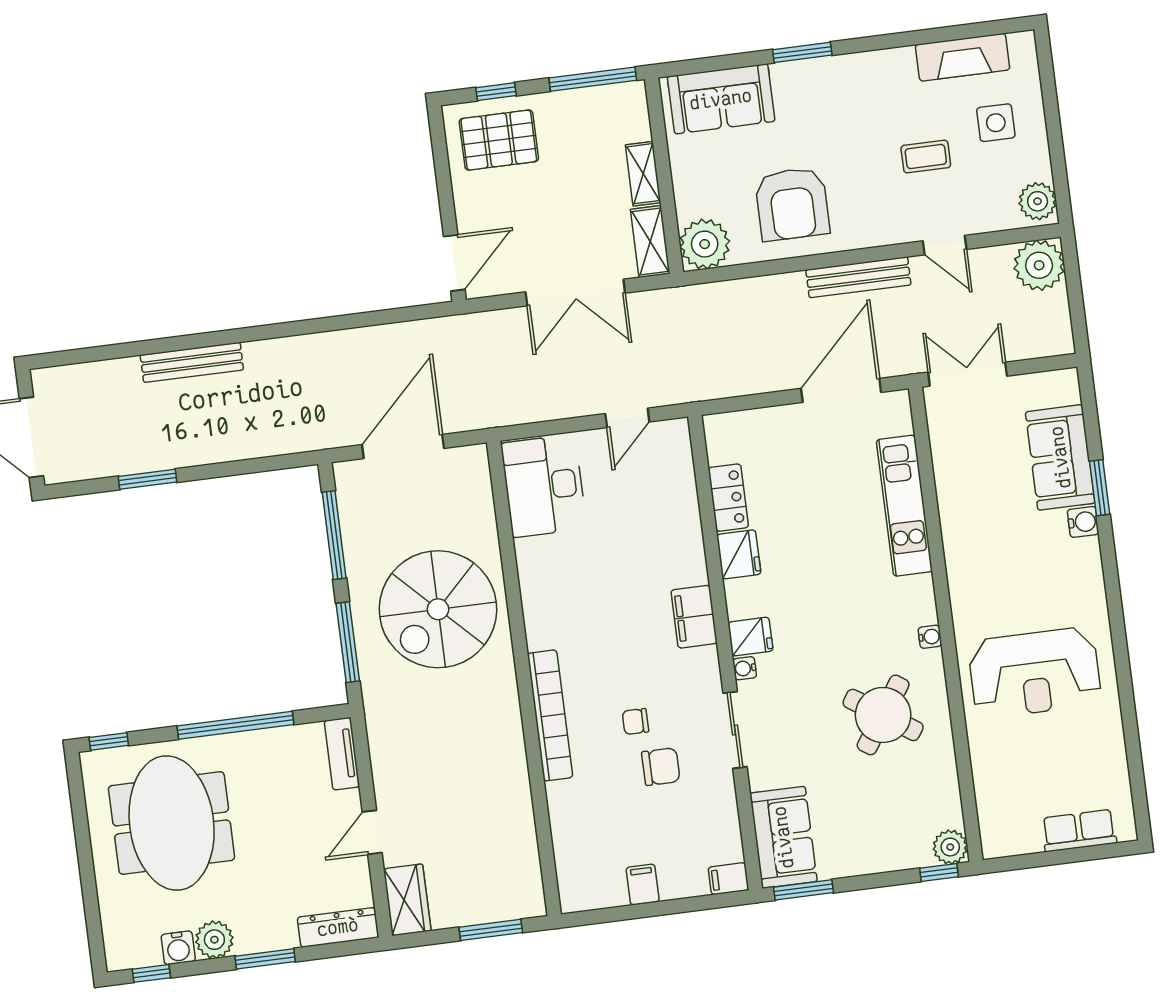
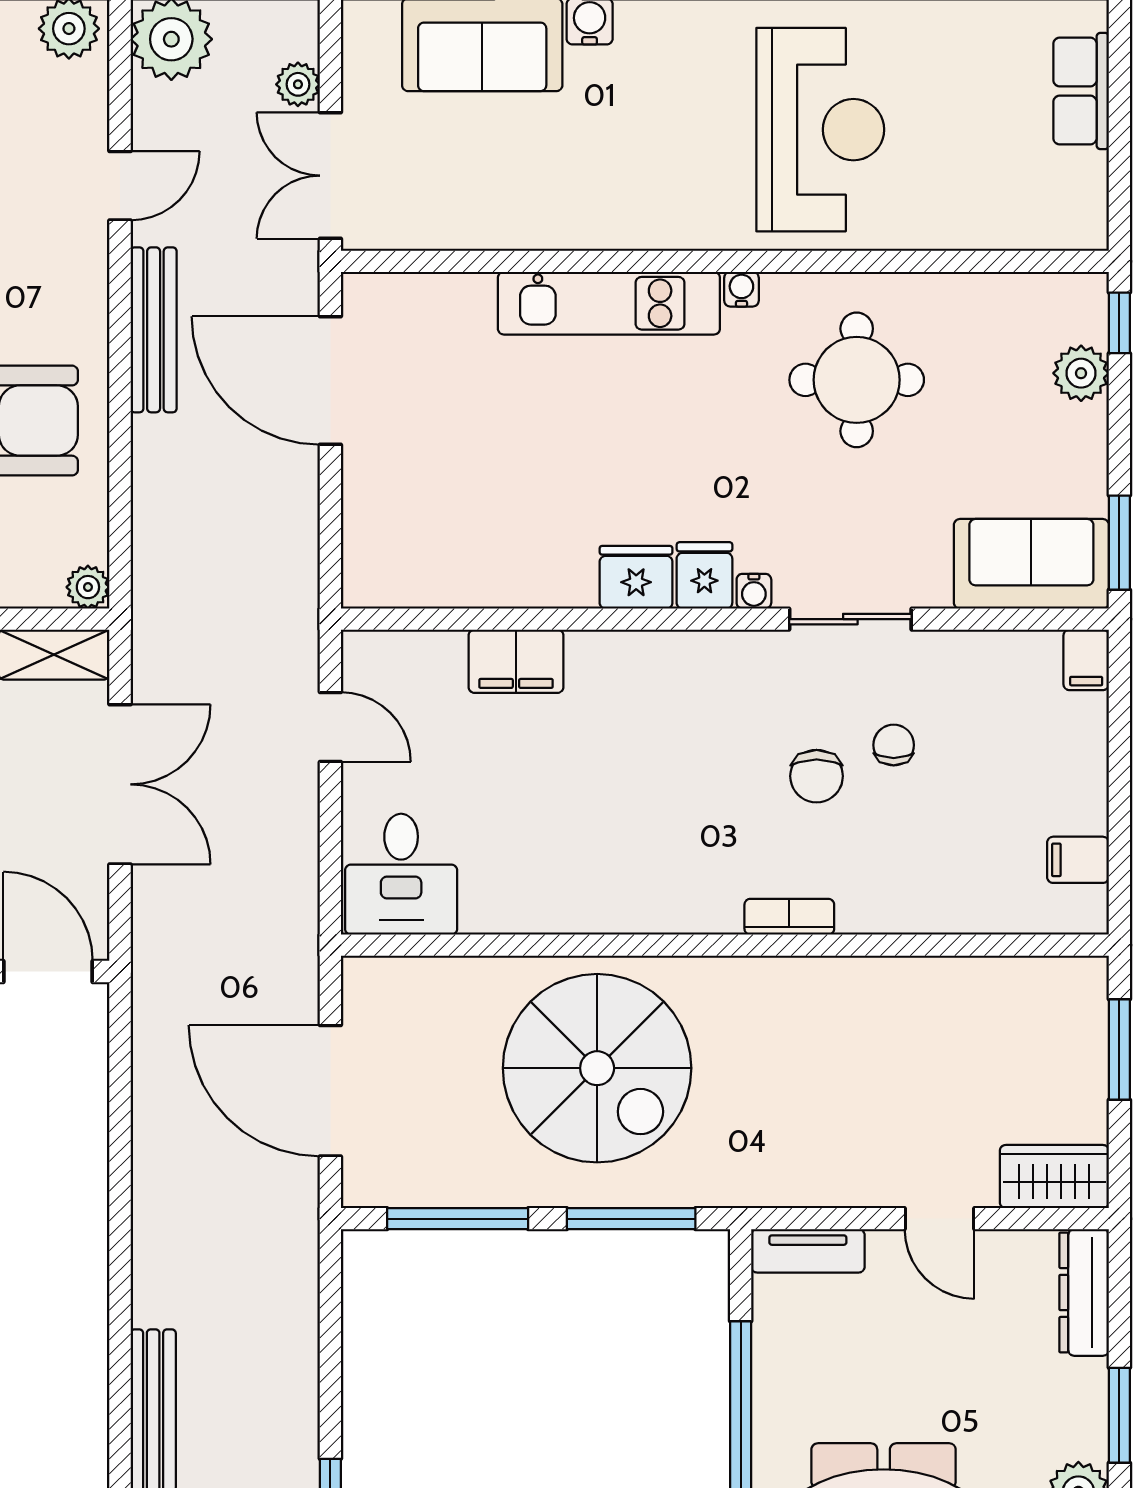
plant: (705, 244) -> (88, 587), width x0.53, depth x0.53
plant: (1021, 347) -> (298, 84), added
desk: (544, 486) -> (401, 874), width x0.73
locker: (728, 498) -> (478, 582), removed
kitchen unit: (904, 506) -> (609, 303), moved
fridge: (739, 554) -> (636, 577), moved
filing cabinet: (694, 617) -> (516, 661), moved
bookcase: (550, 715) -> (789, 917), width x0.43, depth x0.76
round table: (883, 715) -> (857, 380), turned -34
chair: (635, 722) -> (817, 776), width x1.37, depth x1.37
chair: (661, 767) -> (894, 745), width x0.73, depth x0.73
plant: (950, 847) -> (1081, 373), moved
filing cabinet: (643, 885) -> (1078, 860), moved

